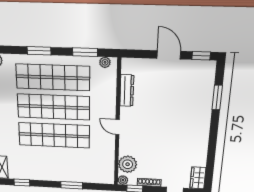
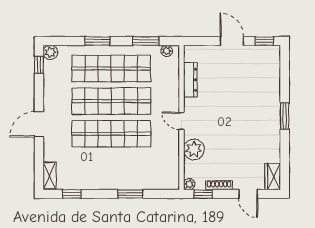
window: (217, 97) -> (285, 116), moved
plant: (128, 164) -> (194, 149), moved

